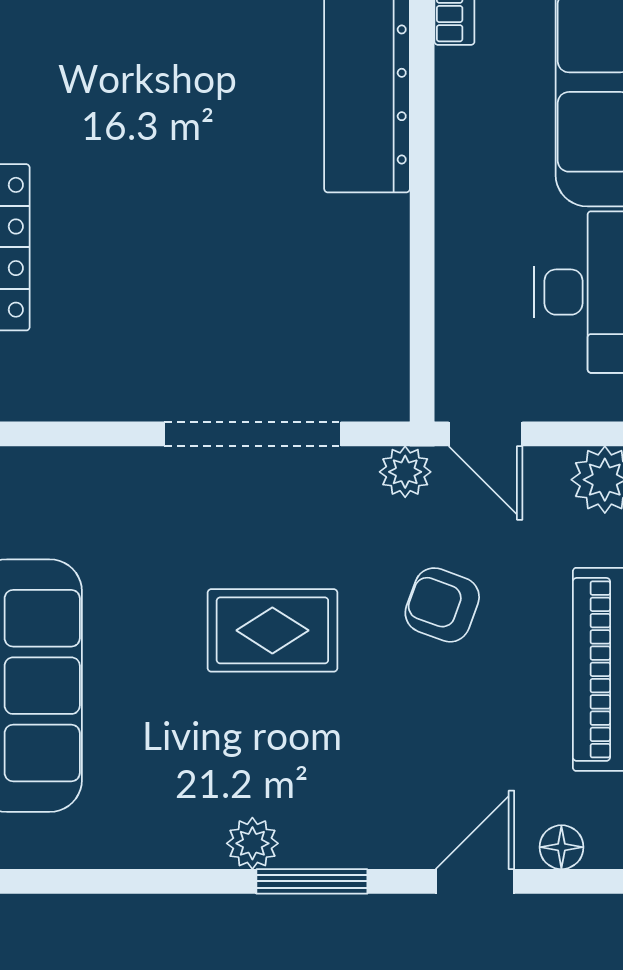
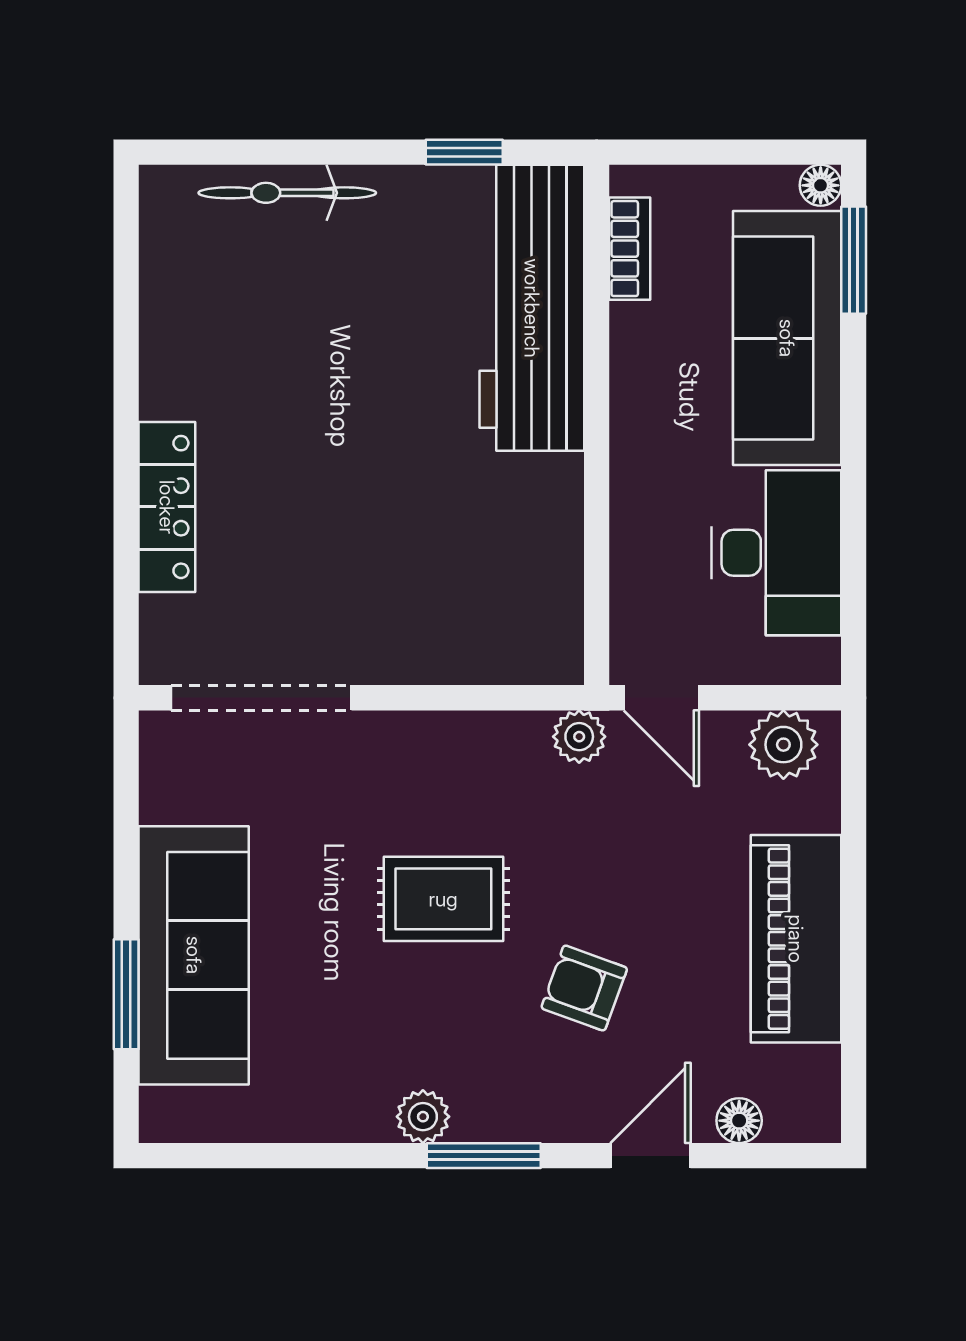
doorway: (253, 434) -> (261, 698), moved
armchair: (442, 605) -> (584, 988), moved

